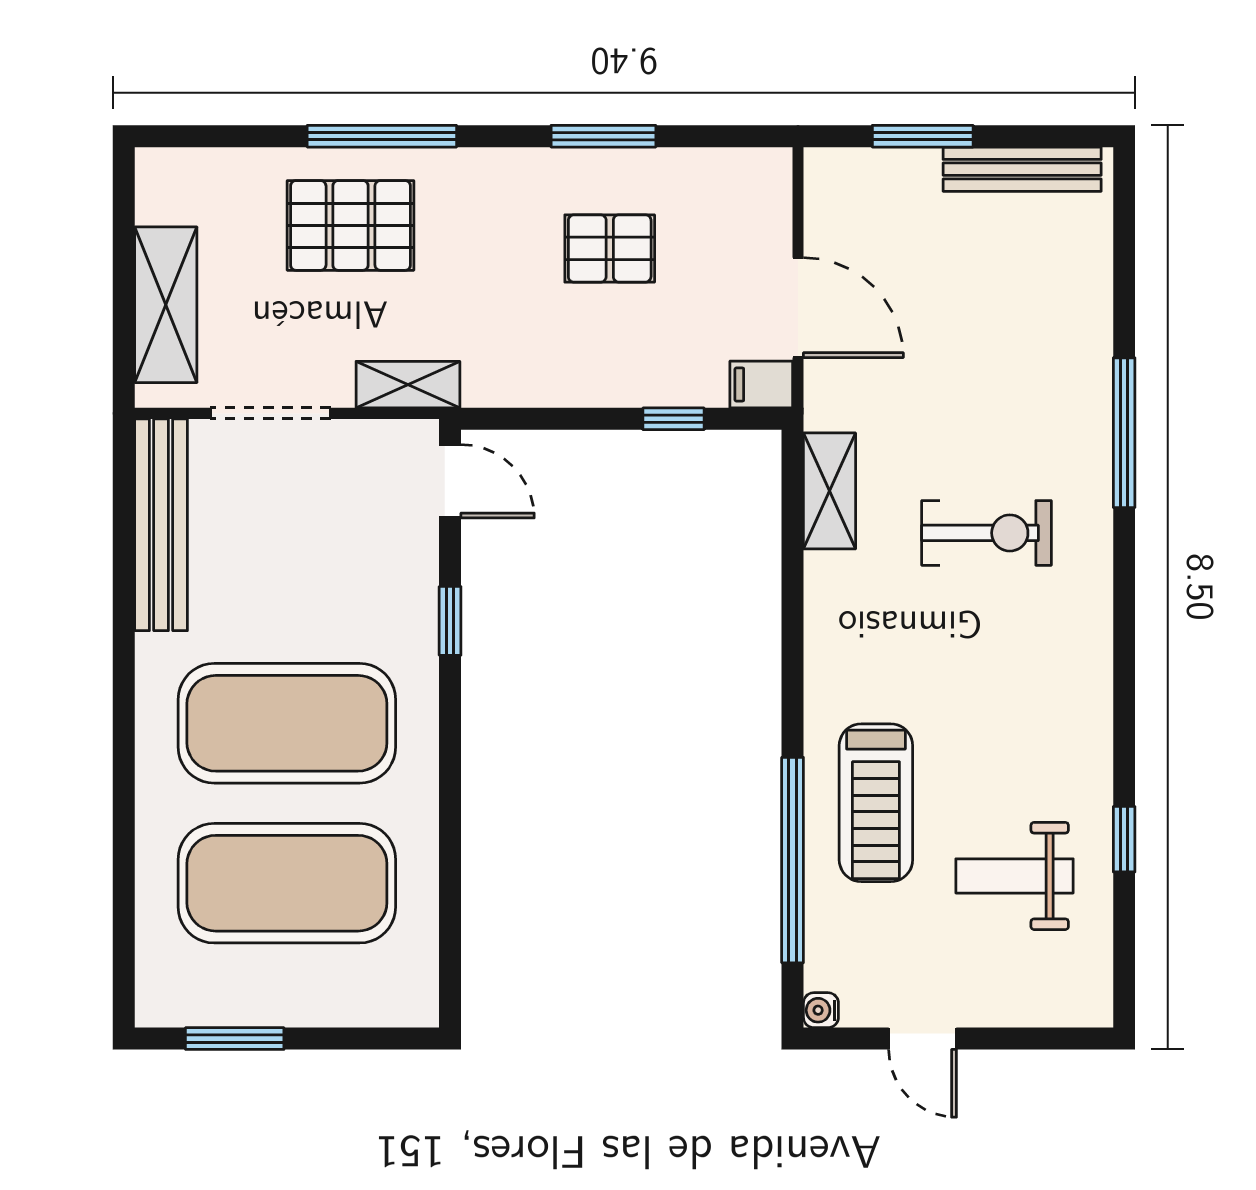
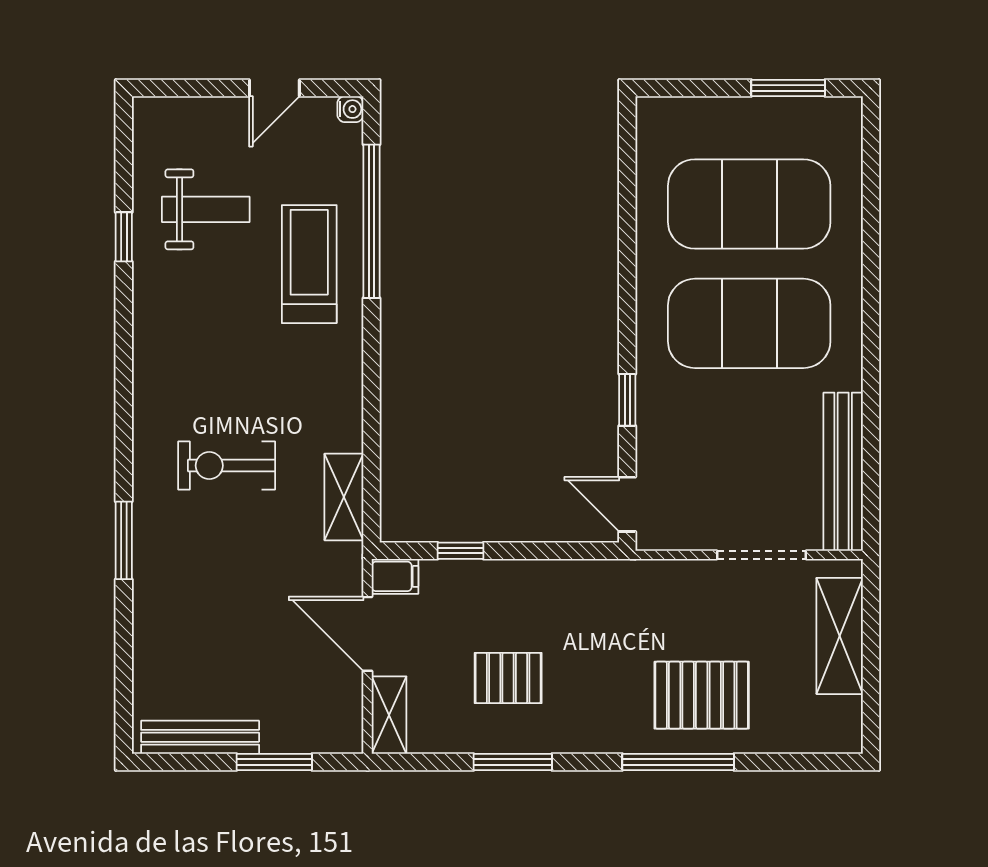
shelving: (408, 385) -> (389, 715), moved, turned 90
window: (1124, 433) -> (124, 540), width x0.69
door: (923, 1039) -> (274, 88), swing flipped

